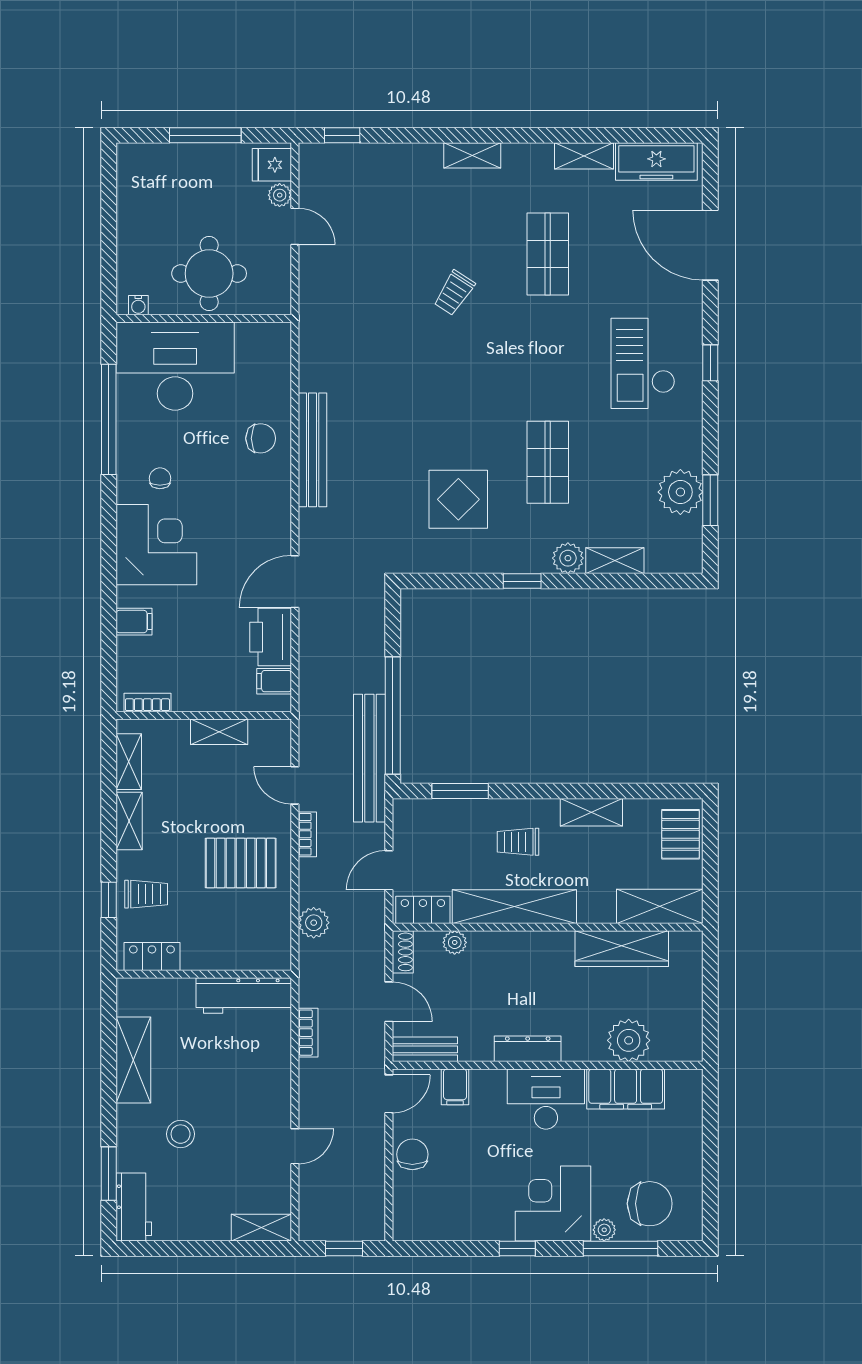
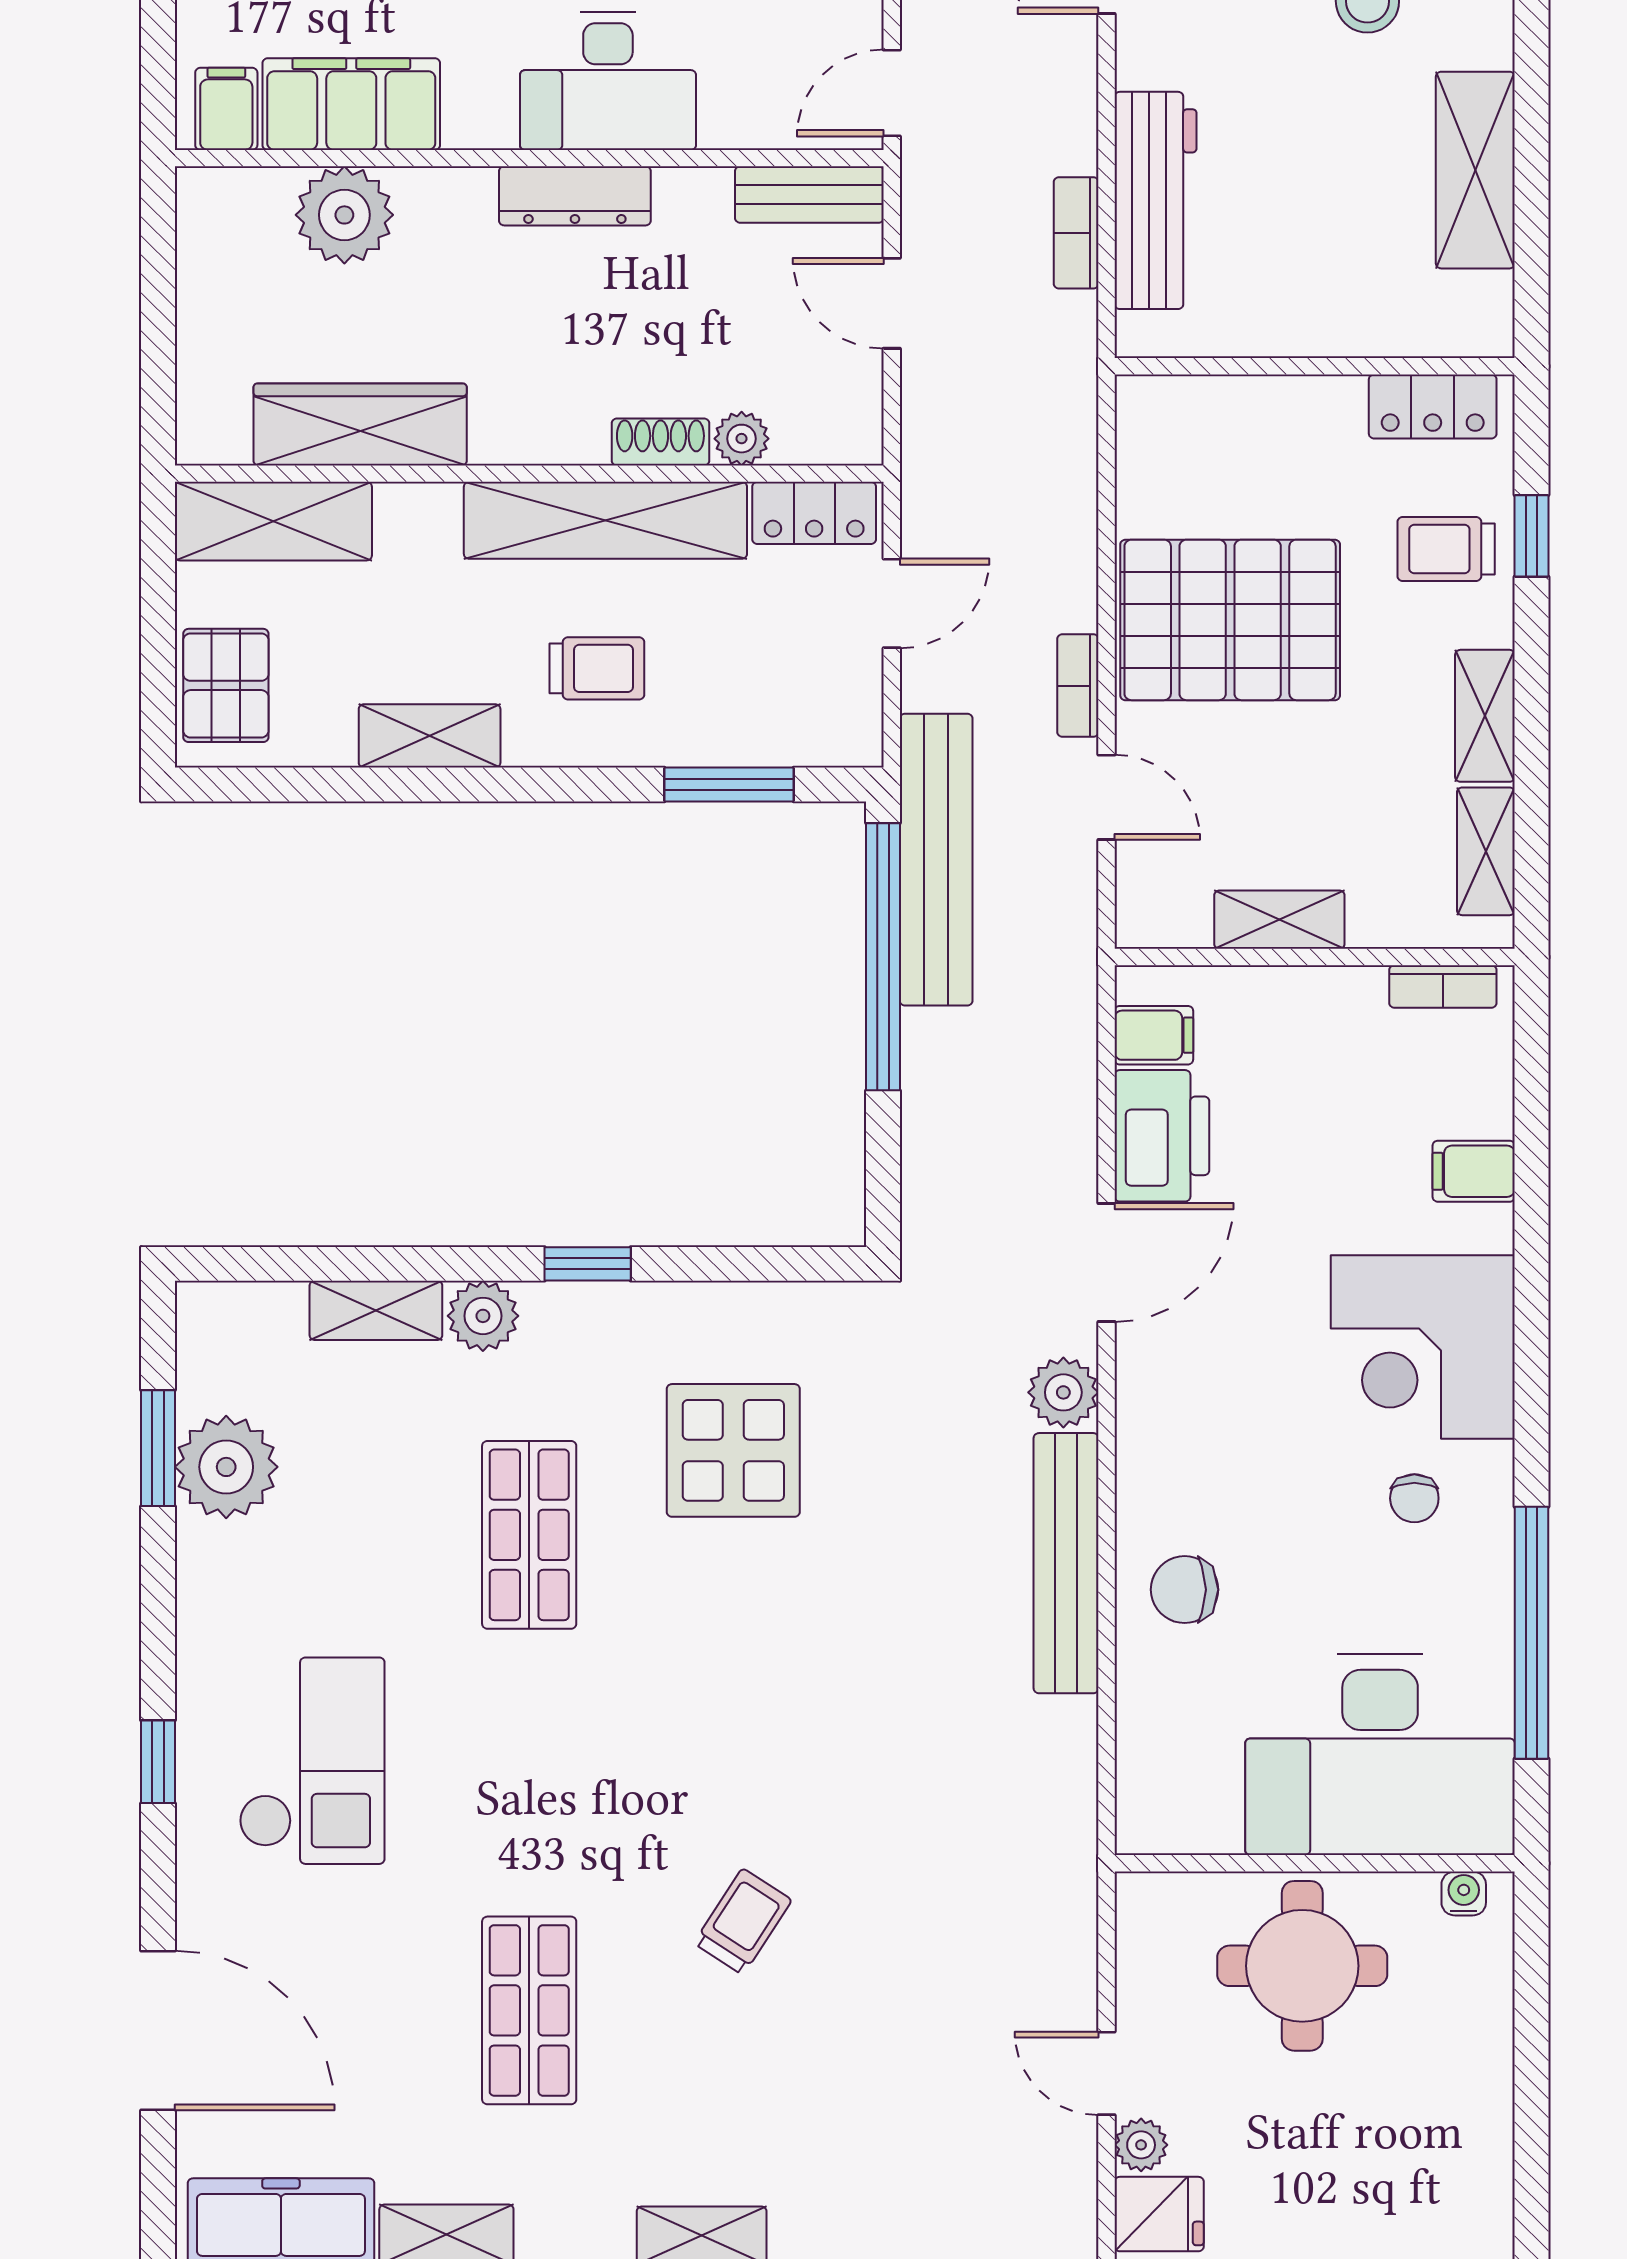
pallet: (241, 863) -> (1230, 620), width x1.37, depth x1.41
plant: (314, 923) -> (1063, 1392), moved
shoe rack: (403, 952) -> (660, 442), moved, turned 90
workbench: (244, 996) -> (1155, 200), moved, turned 90
filing cabinet: (455, 1087) -> (226, 109), moved
desk: (546, 1099) -> (608, 81), moved

